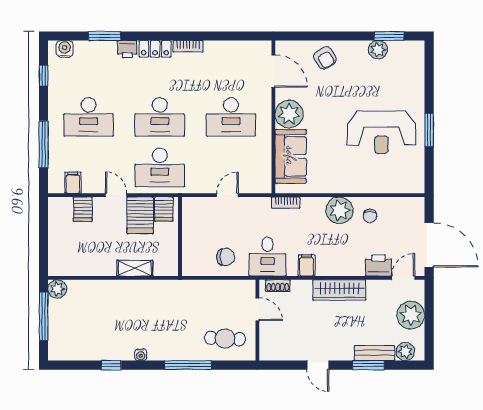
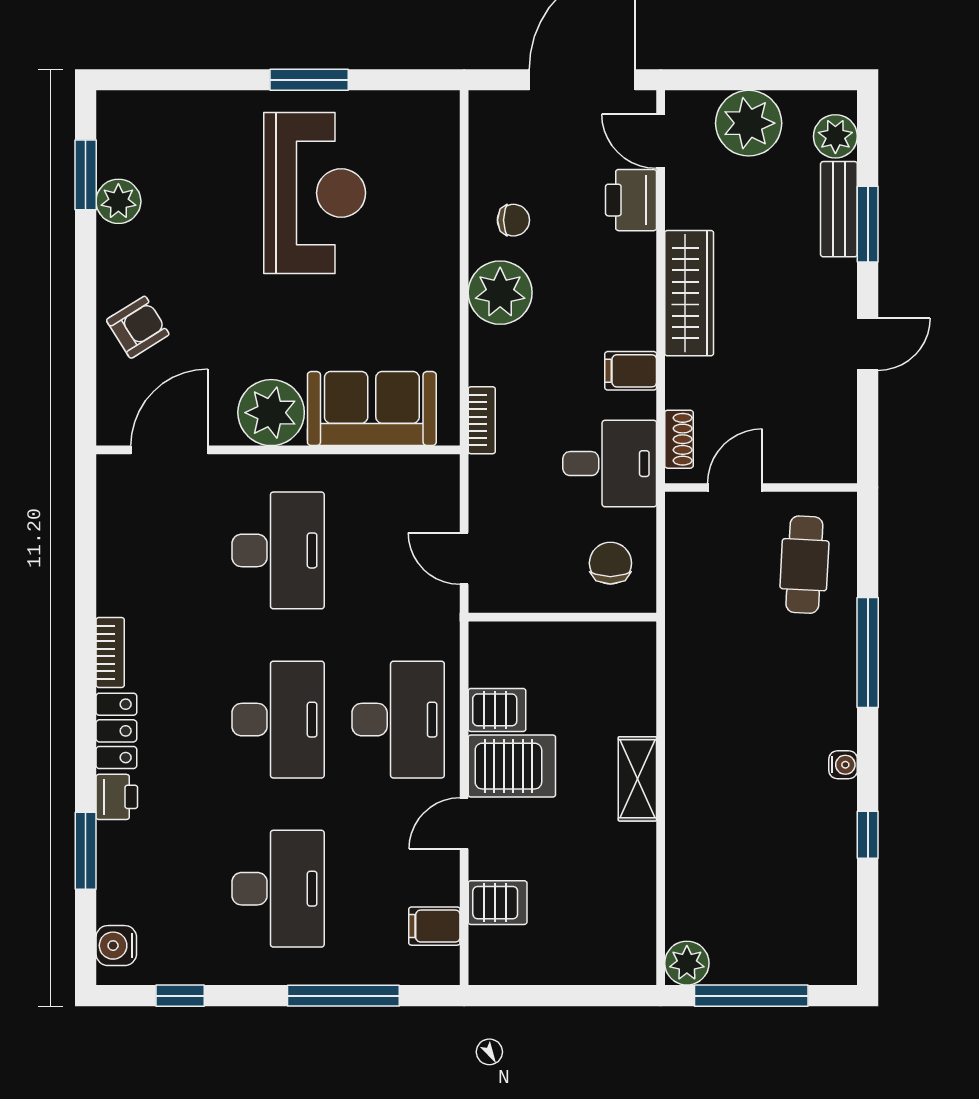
wall: (180, 237) -> (562, 617), moved

